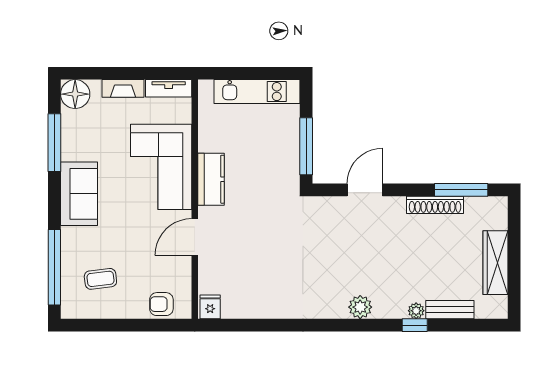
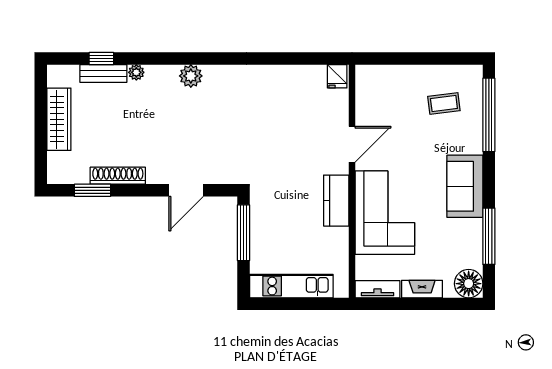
window: (461, 190) -> (92, 190), width x0.69
armchair: (161, 304) -> (385, 79), removed
window: (415, 325) -> (101, 58), moved

